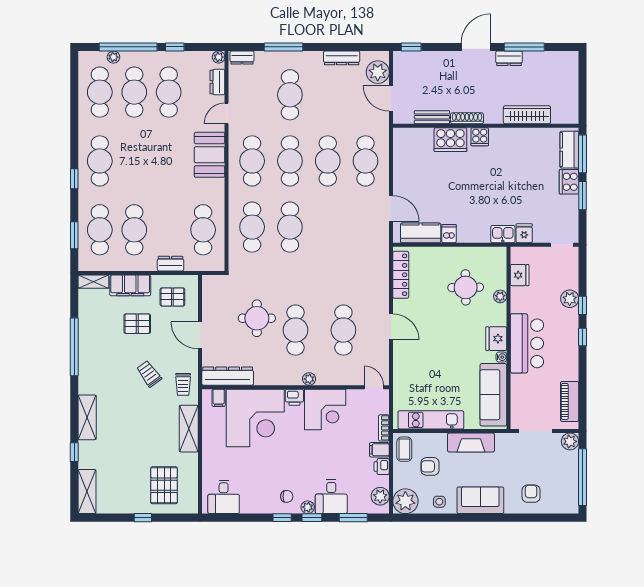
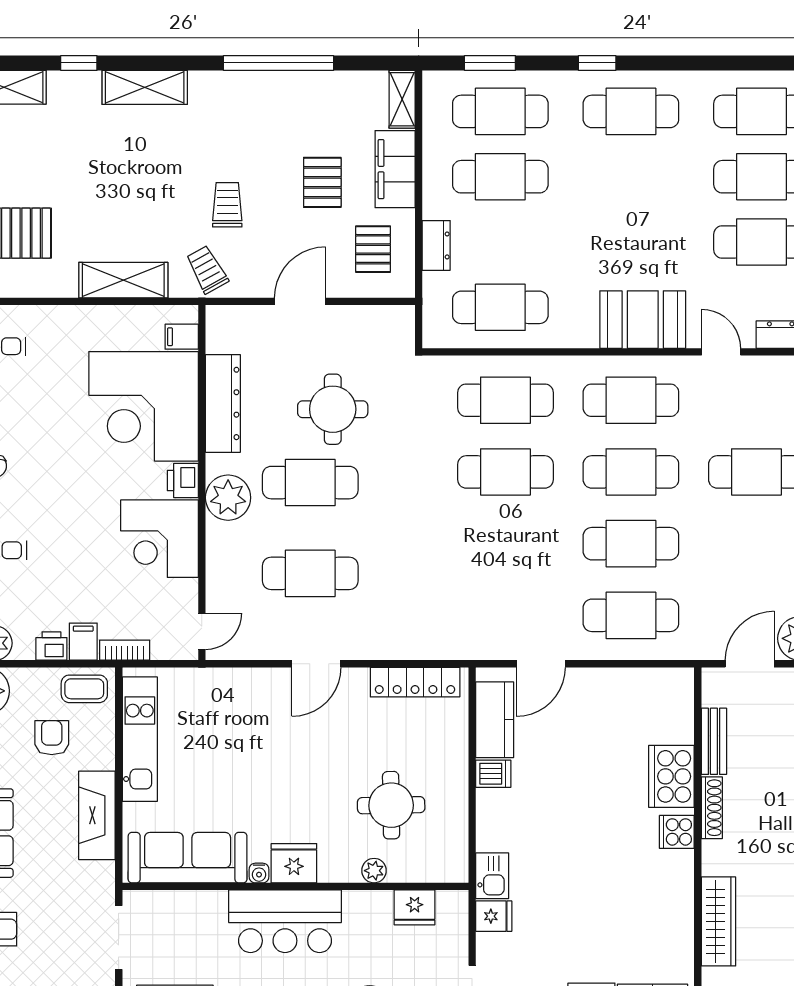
trolley: (149, 374) -> (227, 205), turned -54
dresser: (228, 376) -> (223, 403), moved
plant: (309, 379) -> (228, 498), width x1.88, depth x1.88
trolley: (183, 384) -> (207, 269), turned 61

